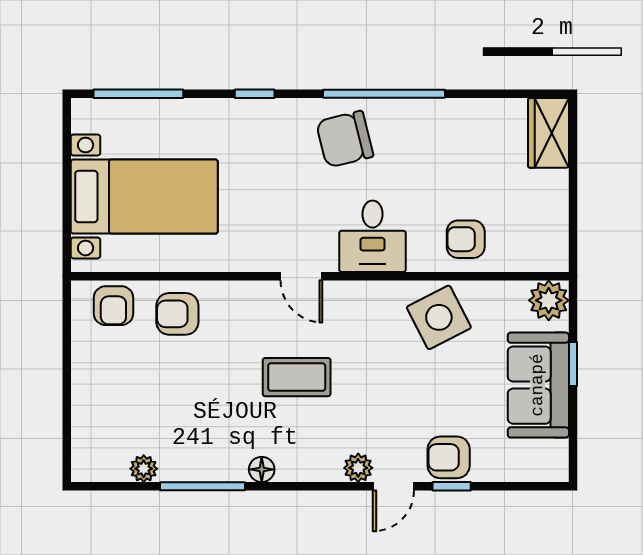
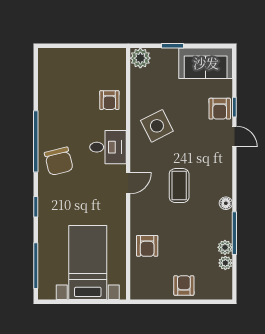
wardrobe: (548, 133) -> (56, 58), removed
armchair: (113, 306) -> (184, 285), moved, turned -90
side table: (439, 317) -> (157, 126), moved
sofa: (538, 385) -> (206, 63), moved
plant: (358, 468) -> (225, 247), moved

